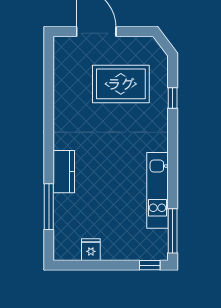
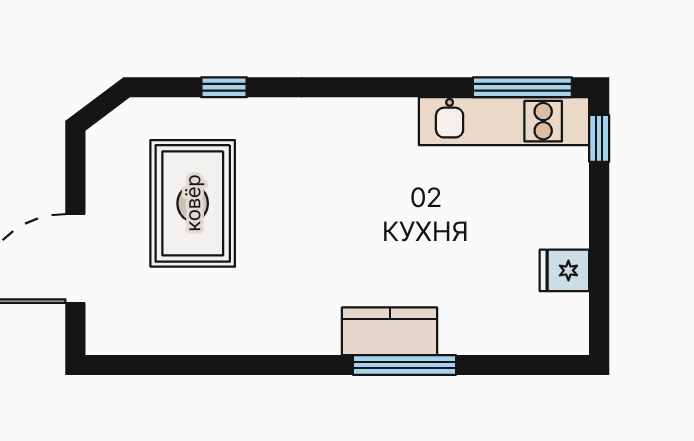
kitchen unit: (157, 190) -> (504, 121), moved
window: (49, 207) -> (404, 365), moved

